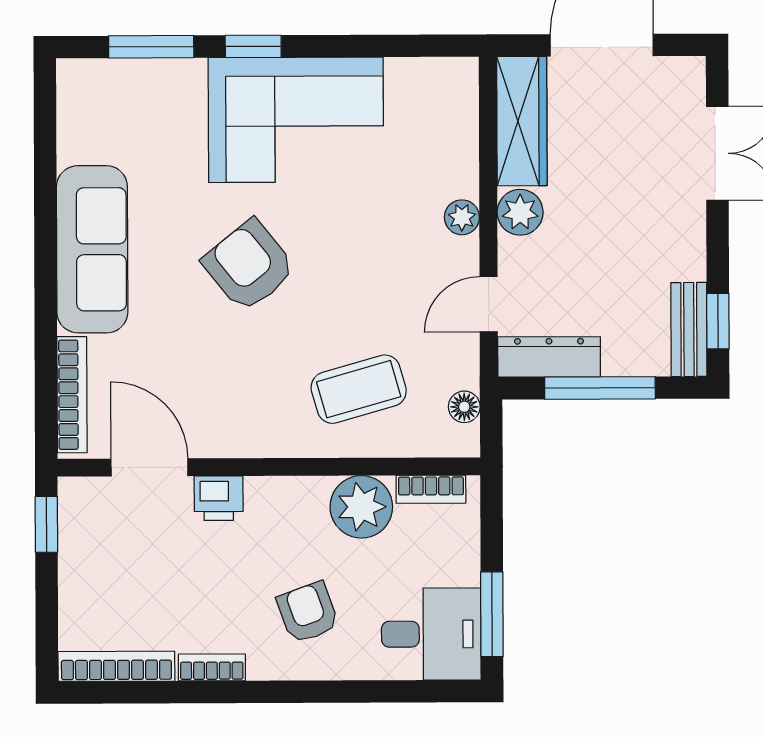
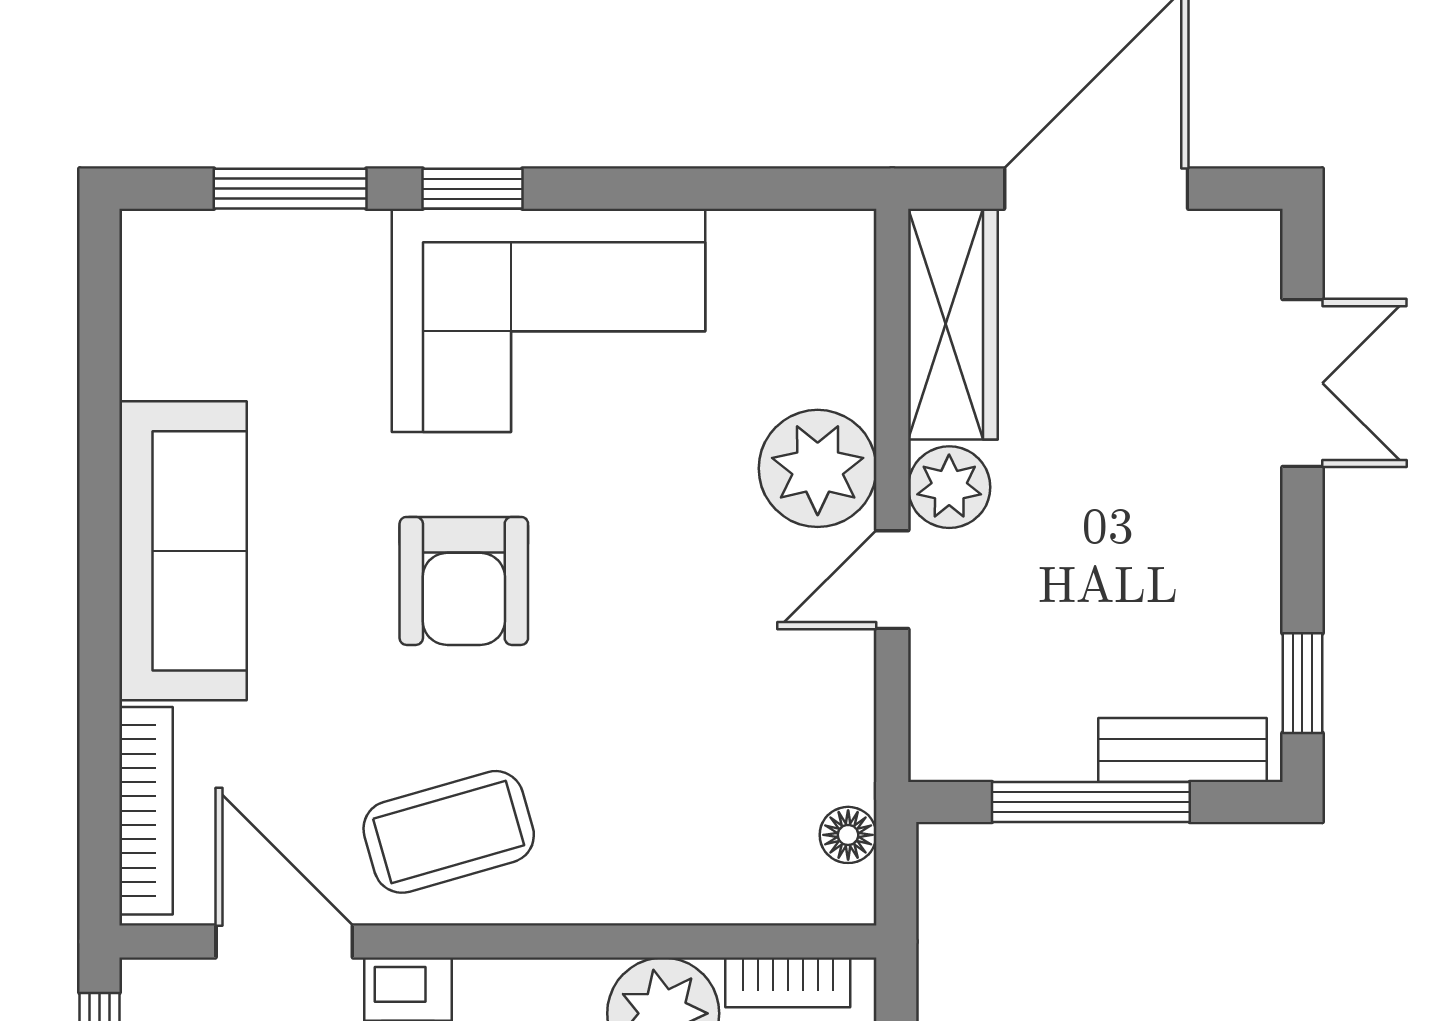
plant: (462, 217) -> (818, 468), width x1.87, depth x1.87
armchair: (249, 266) -> (464, 581), turned -141
door: (489, 304) -> (892, 580), moved
bench: (689, 329) -> (1182, 750), moved, turned 90
dresser: (549, 357) -> (1000, 746), removed
coffee table: (359, 389) -> (449, 832), moved

